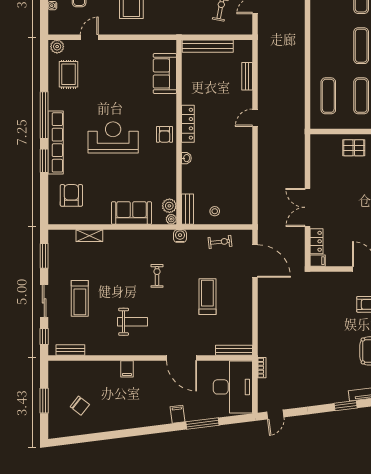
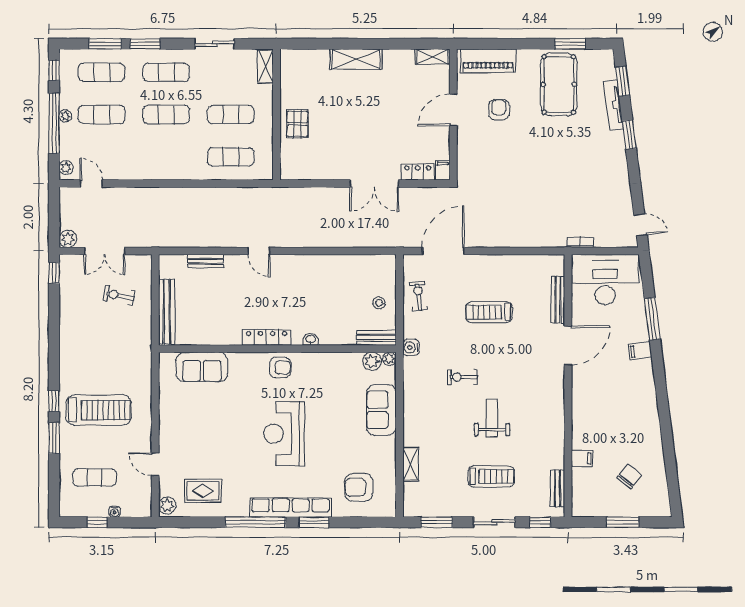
weight bench: (132, 322) -> (492, 418), moved
bench: (234, 350) -> (558, 300), moved
filing cabinet: (127, 369) -> (582, 459), moved

